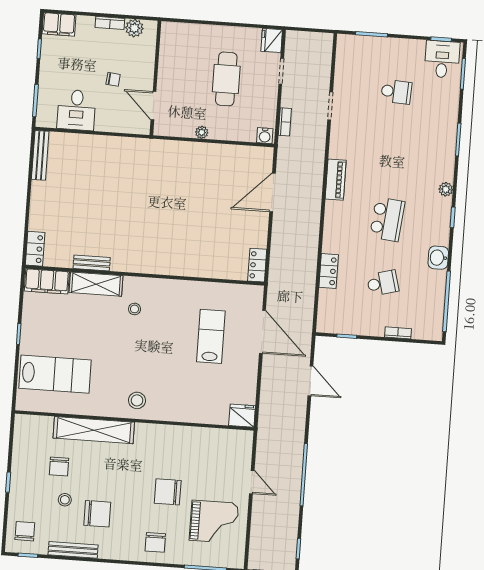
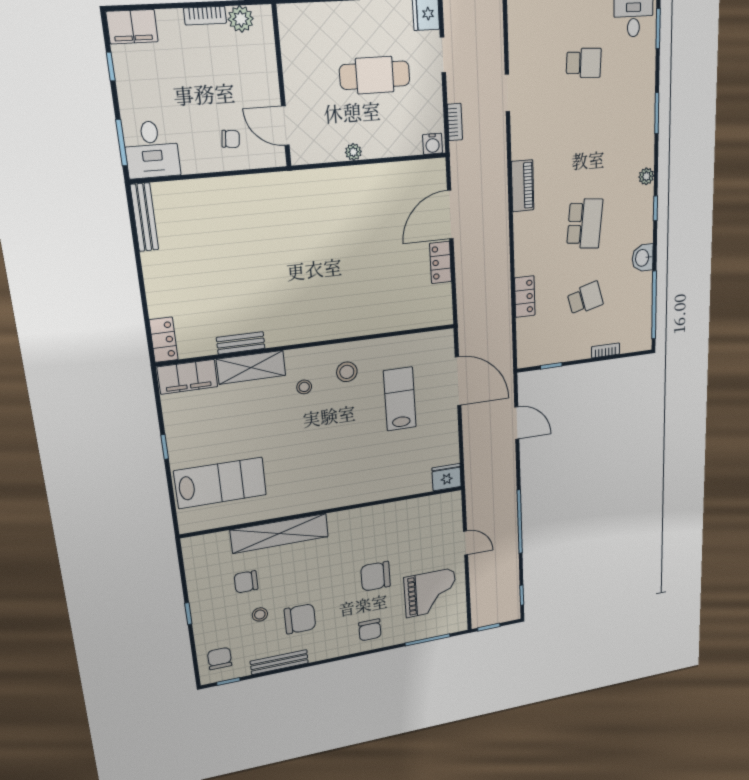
chair: (113, 79) -> (231, 139), moved
cafe table: (226, 79) -> (375, 75), turned 90
desk: (76, 110) -> (152, 150), moved
locker: (257, 265) -> (441, 262), moved
stool: (137, 400) -> (347, 372), moved
chair: (59, 466) -> (246, 582), turned 90

